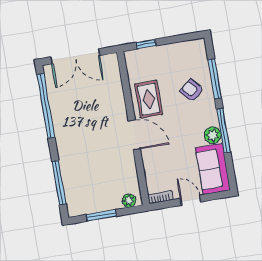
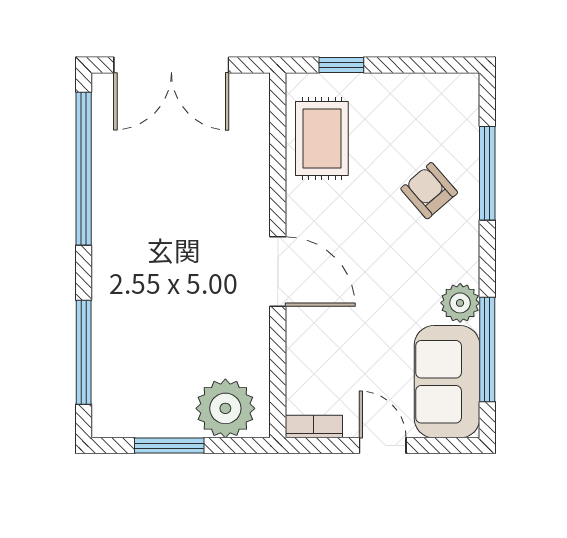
rug: (149, 99) -> (322, 138), moved
window: (224, 131) -> (487, 350), moved
plant: (129, 201) -> (225, 408), width x1.88, depth x1.88

